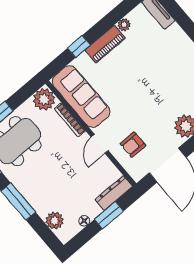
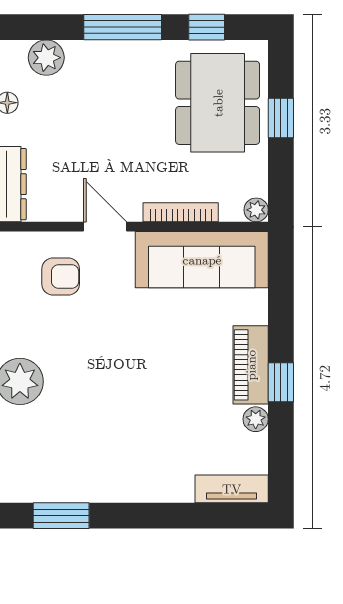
window: (79, 47) -> (281, 382), moved
plant: (44, 99) -> (256, 210), width x0.53, depth x0.53
armchair: (133, 145) -> (61, 277), turned 90

